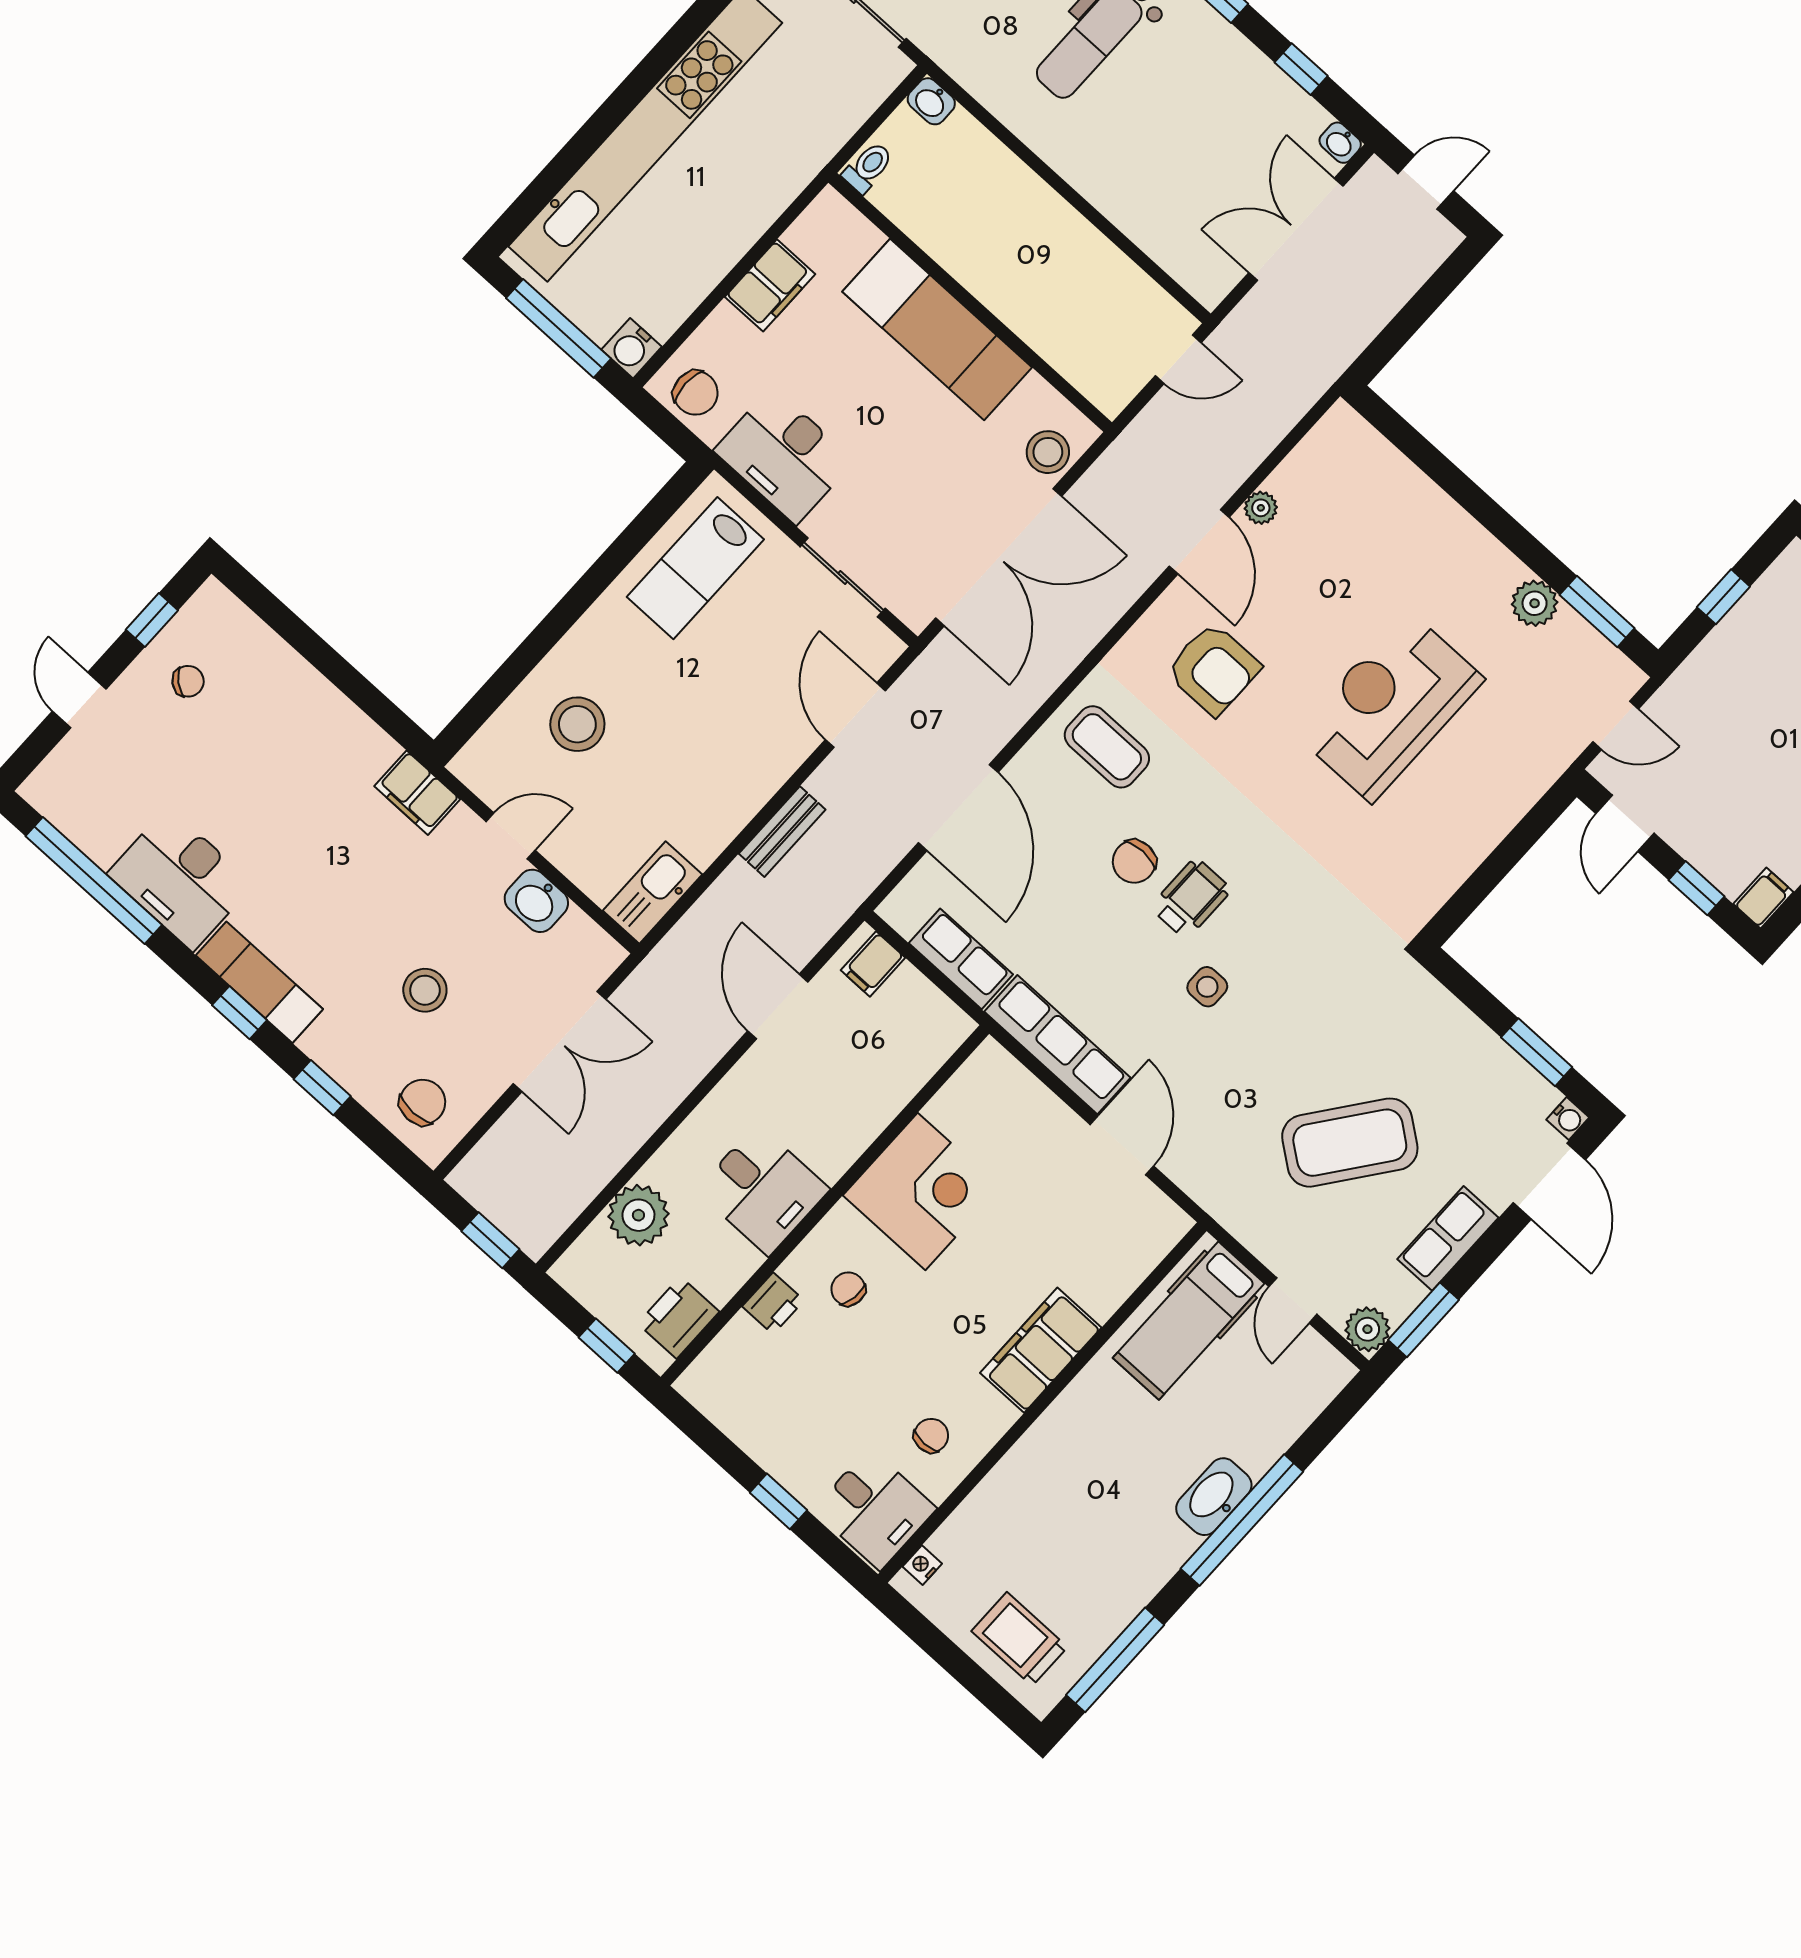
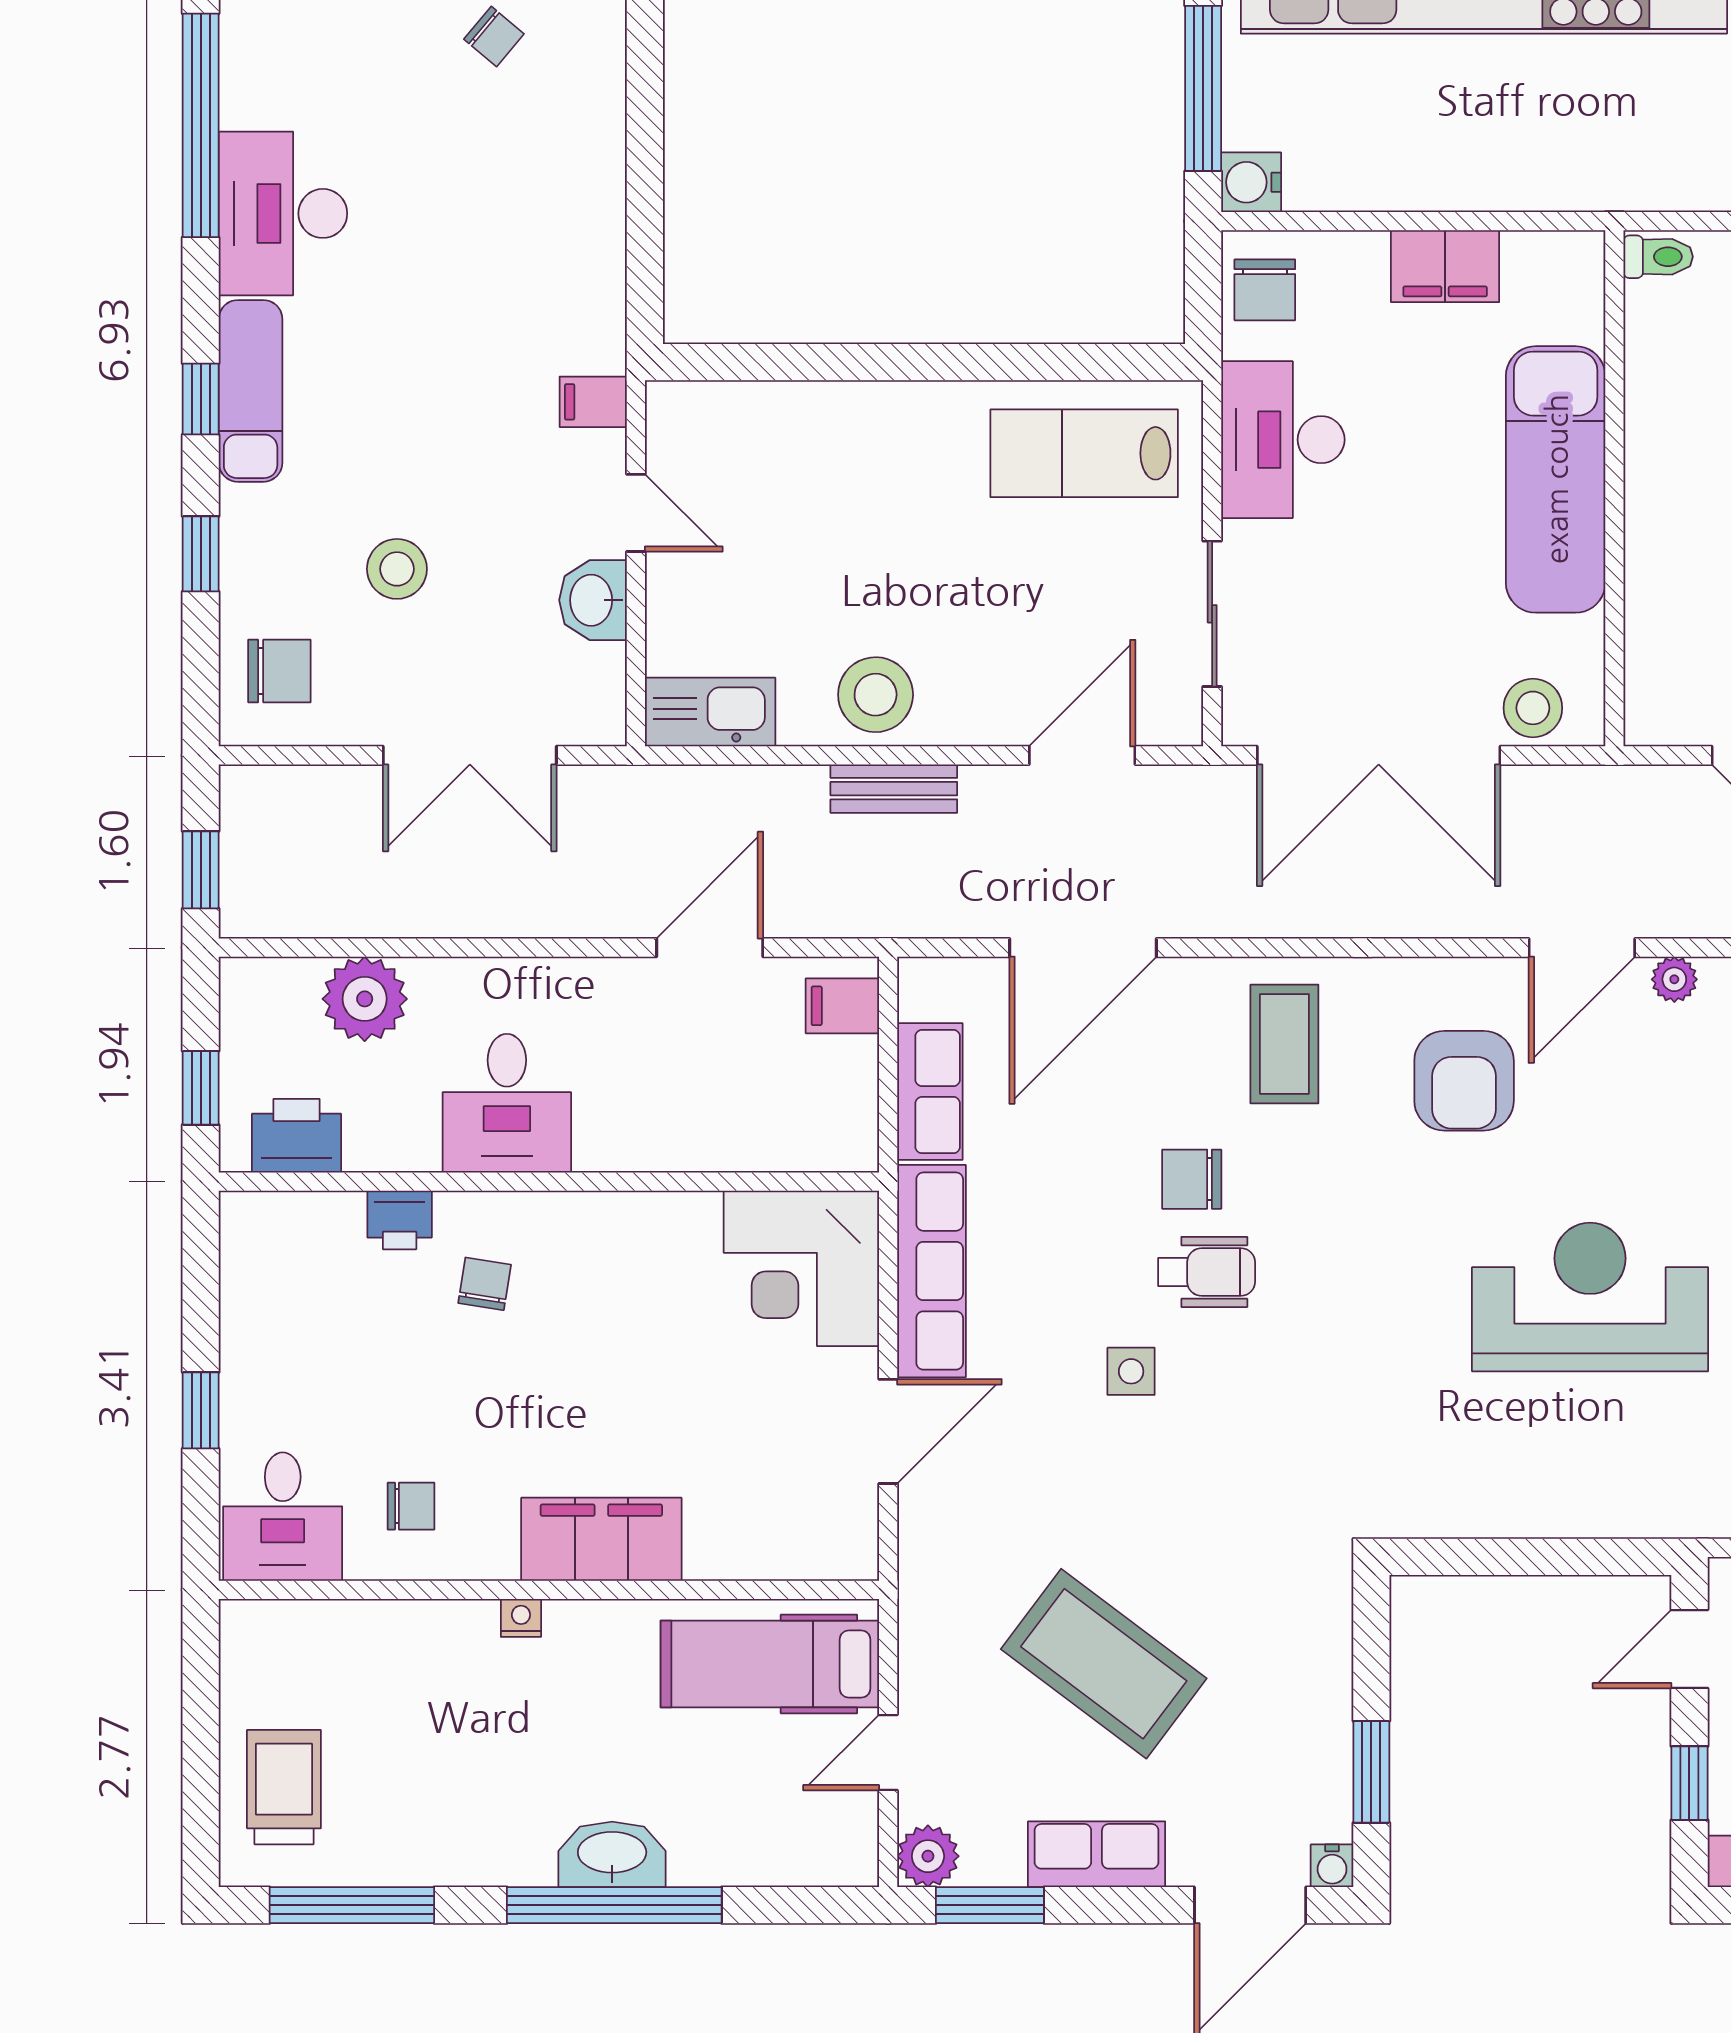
stool: (577, 724) -> (876, 695), moved
filing cabinet: (417, 793) -> (593, 402), width x0.50
corner desk: (922, 1191) -> (801, 1268), moved, turned 90
nightstand: (922, 1565) -> (521, 1618), moved

